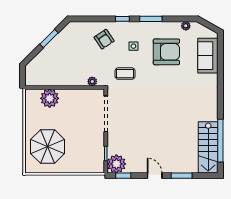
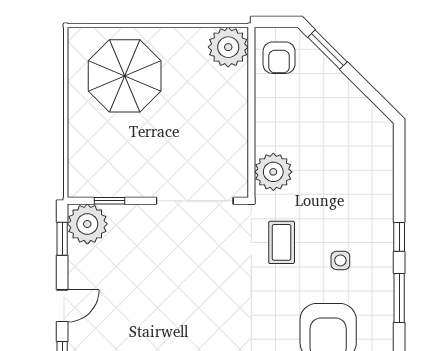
window: (49, 38) -> (327, 50), moved
armchair: (104, 39) -> (279, 58), moved, turned -56
plant: (92, 81) -> (273, 172), width x1.88, depth x1.88
plant: (50, 98) -> (228, 47), moved

